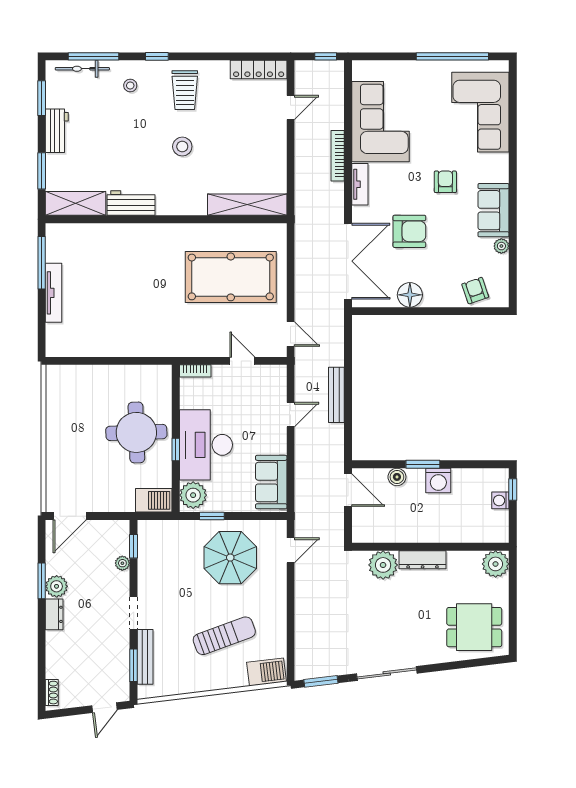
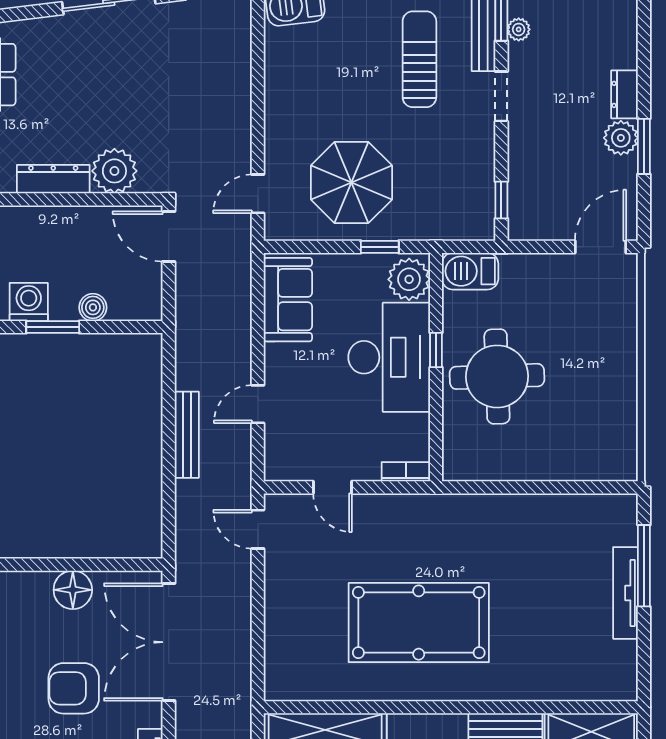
window: (42, 263) -> (644, 566), moved
pool table: (231, 277) -> (419, 623), moved
door: (348, 490) -> (169, 236), moved
plant: (122, 563) -> (519, 29), moved
sun lounger: (224, 636) -> (419, 59), moved, turned 110

